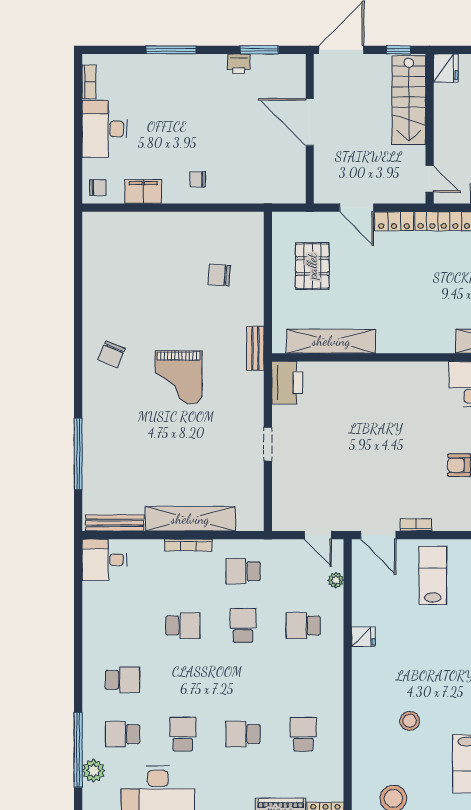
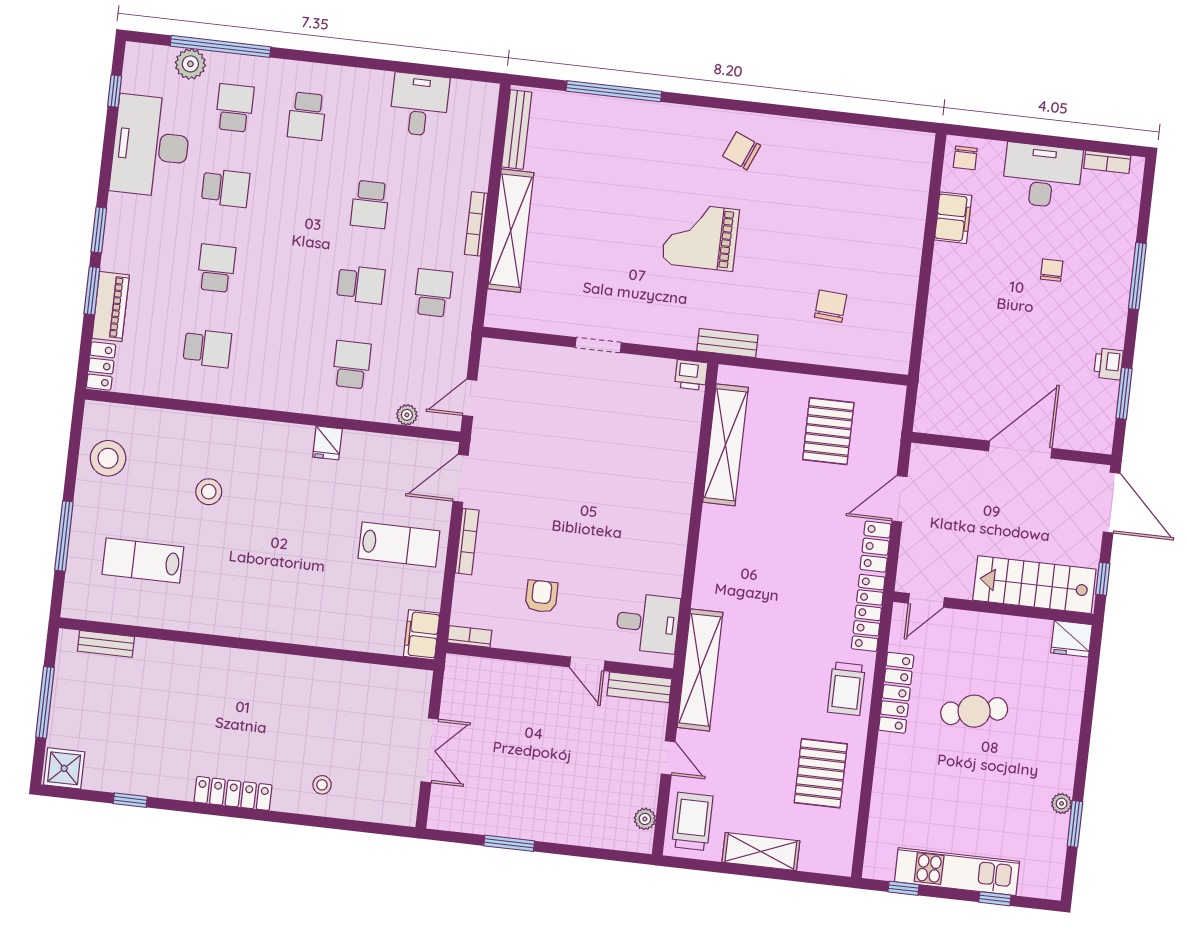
chair: (198, 179) -> (1052, 270), moved
pallet: (312, 266) -> (828, 431), turned 90
printer: (287, 383) -> (691, 375), width x0.53, depth x0.68
bookcase: (416, 525) -> (467, 542), width x1.56
desk: (105, 560) -> (419, 105), moved

